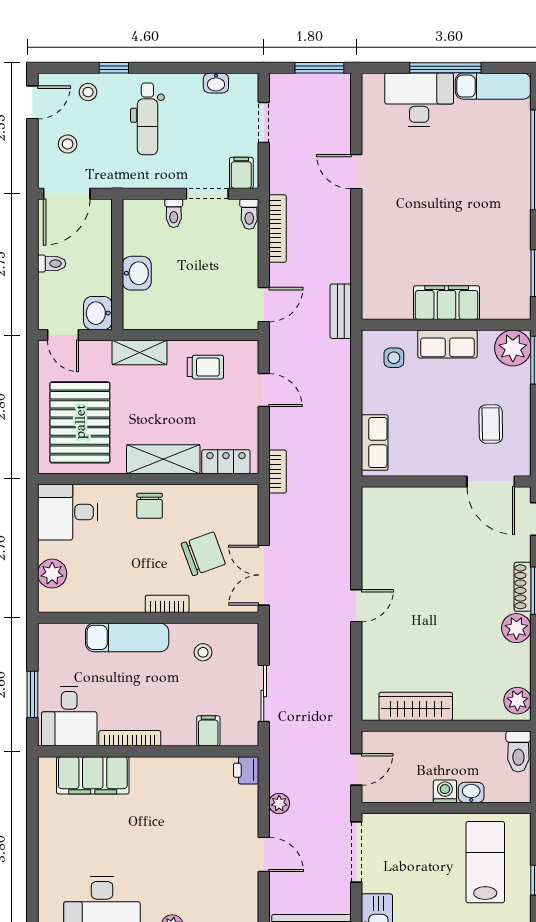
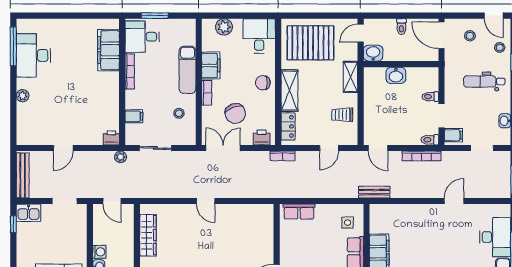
trolley: (205, 367) -> (342, 115), turned 90
printer: (245, 508) -> (262, 138), added
filing cabinet: (120, 597) -> (211, 66), added
plant: (279, 803) -> (121, 157), moved
doorway: (356, 852) -> (65, 201), width x0.73

